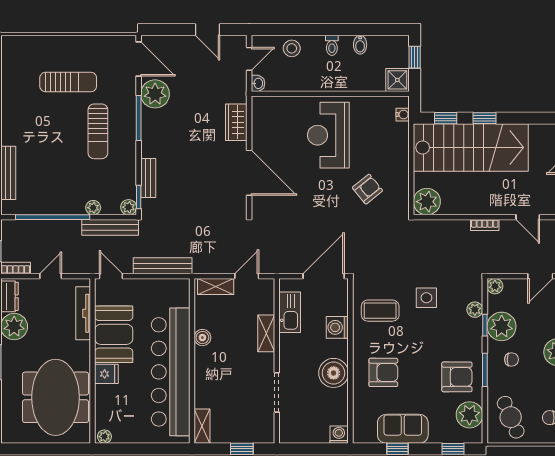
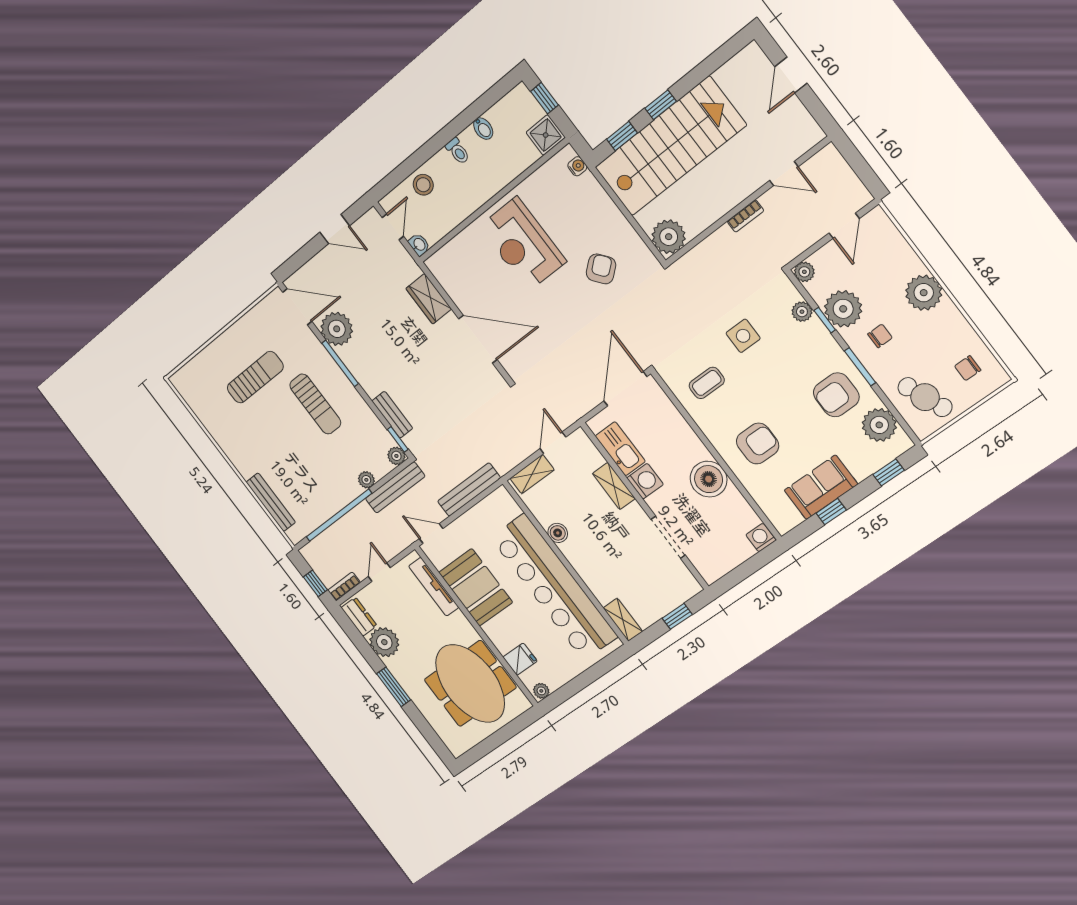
coffee table: (380, 311) -> (707, 383), width x0.73, depth x0.77
washing machine: (337, 327) -> (645, 481), moved, turned 180
fridge: (106, 374) -> (520, 659), moved
armchair: (457, 377) -> (836, 395), turned 180

